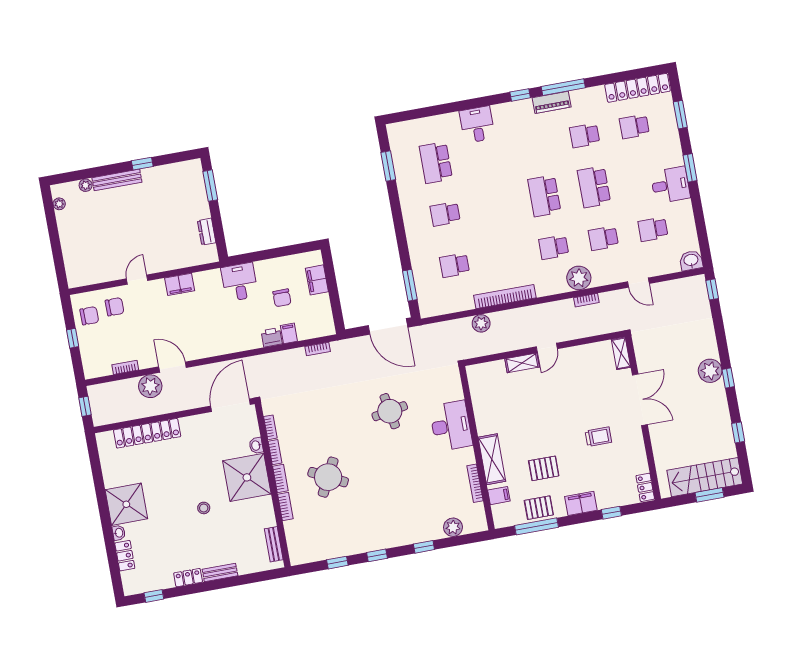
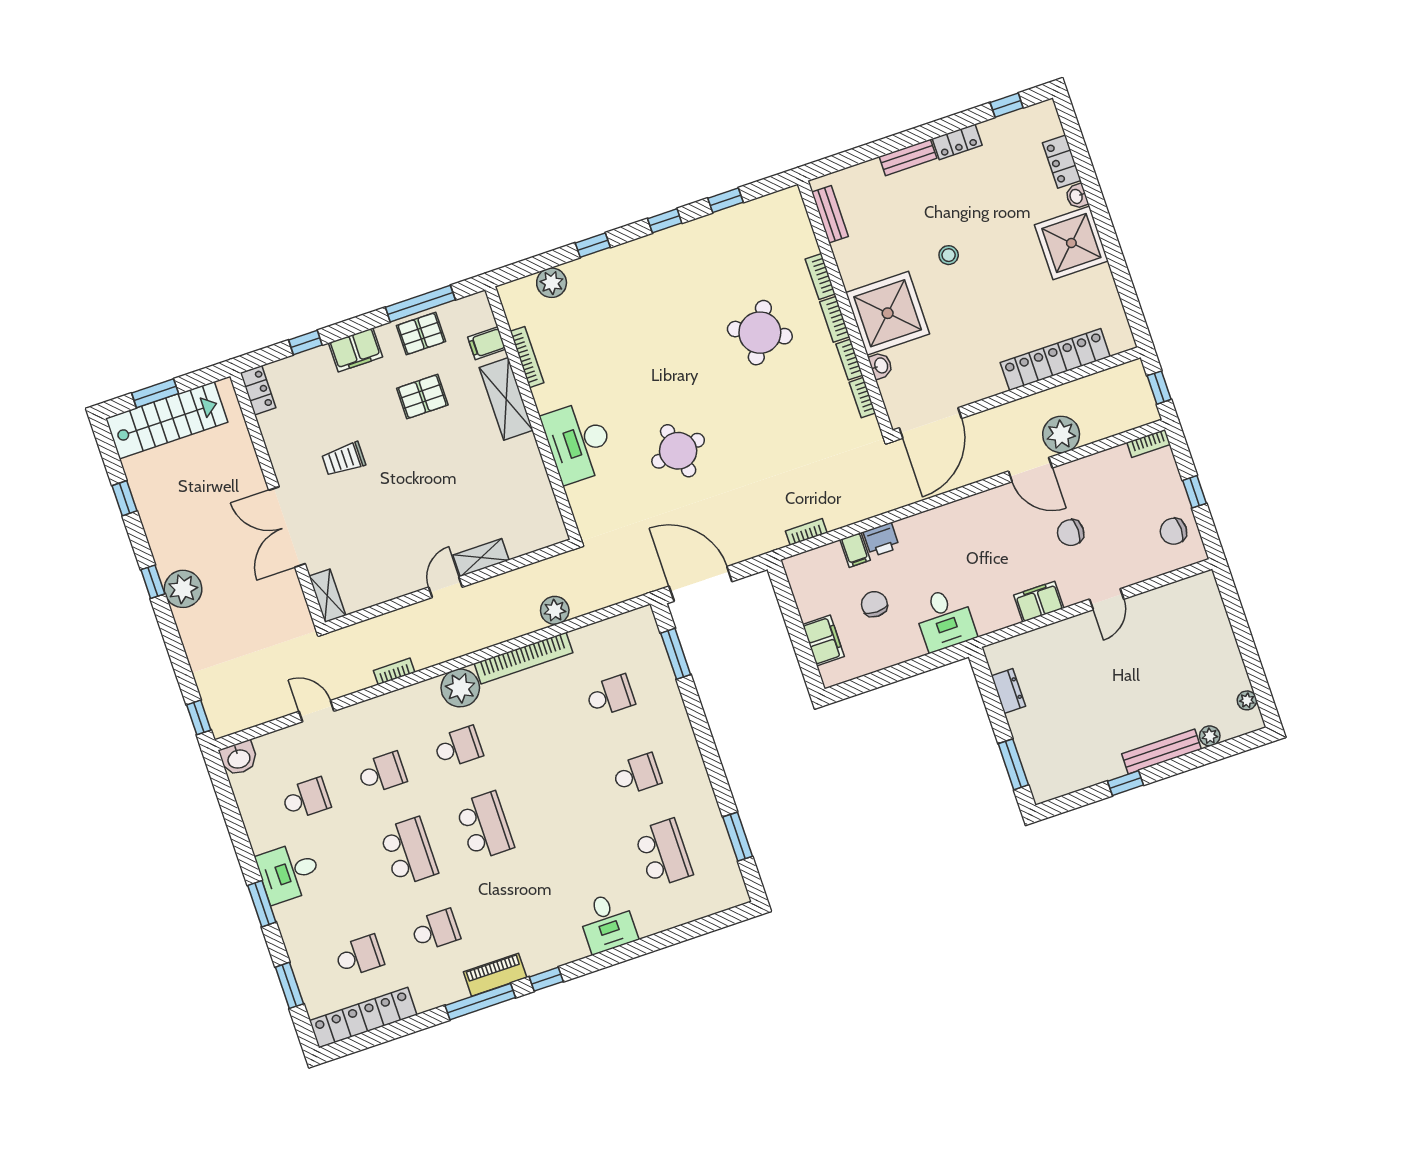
plant: (579, 278) -> (460, 688), moved
chair: (115, 307) -> (1071, 533), moved
bookcase: (125, 367) -> (1149, 443), moved

